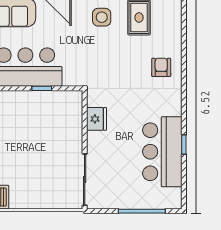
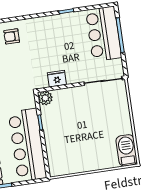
plant: (73, 100) -> (45, 98), added
bar counter: (162, 152) -> (104, 34), moved, turned 90

